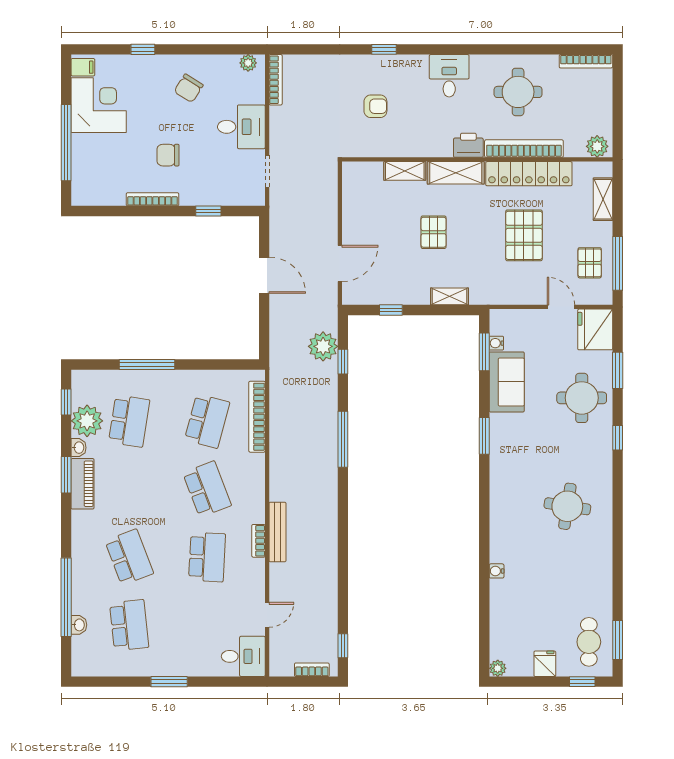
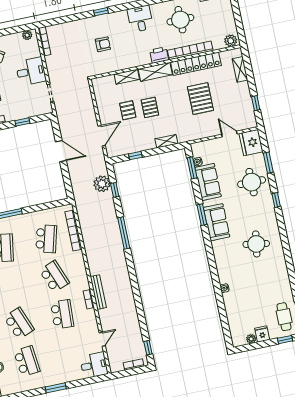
pallet: (590, 263) -> (128, 110), moved
window: (618, 263) -> (256, 103), width x0.46
sofa: (507, 454) -> (217, 222), added
plant: (498, 668) -> (251, 339), moved

